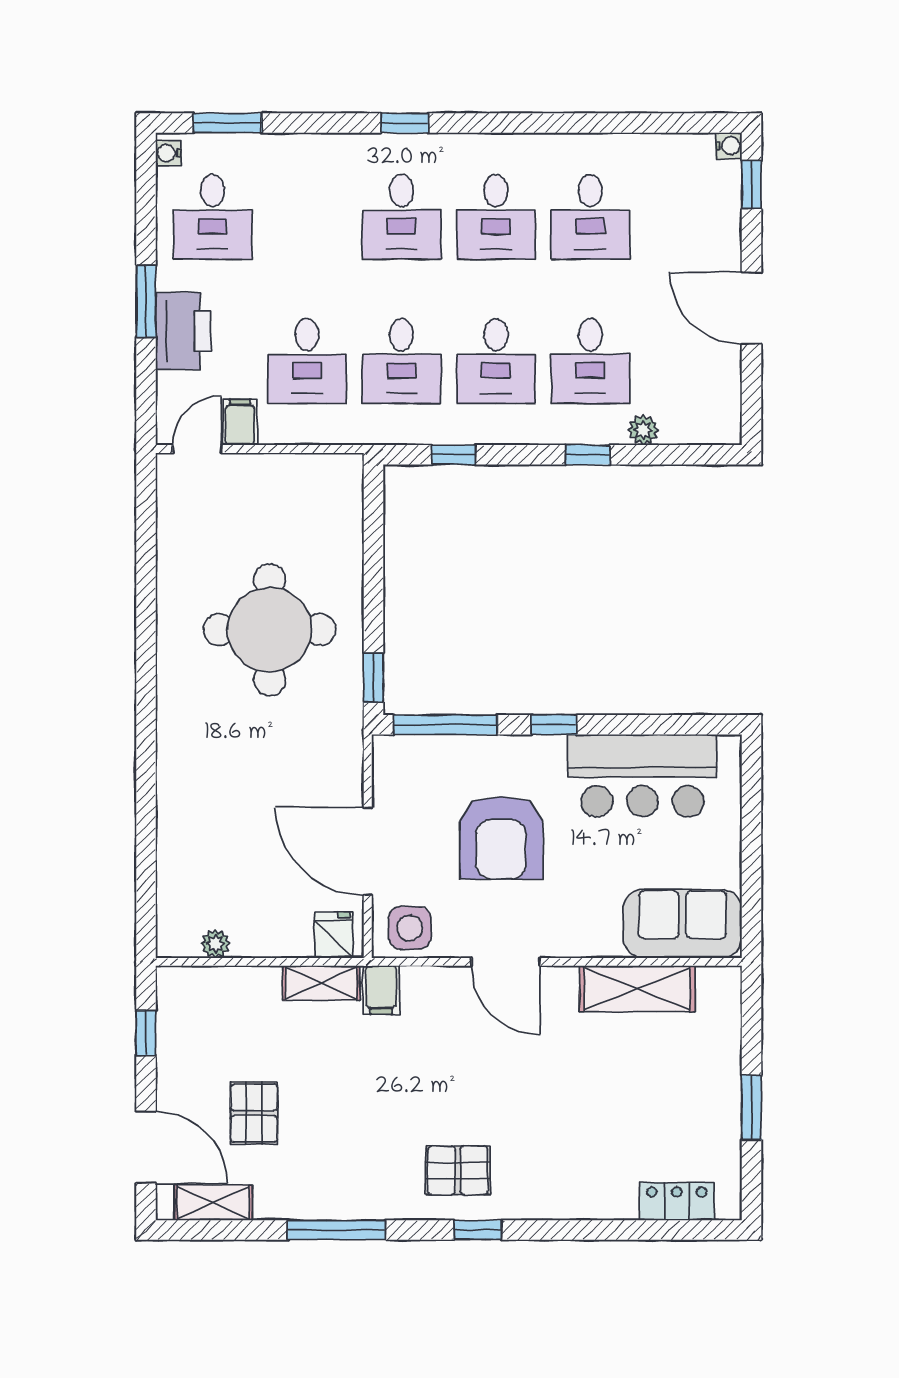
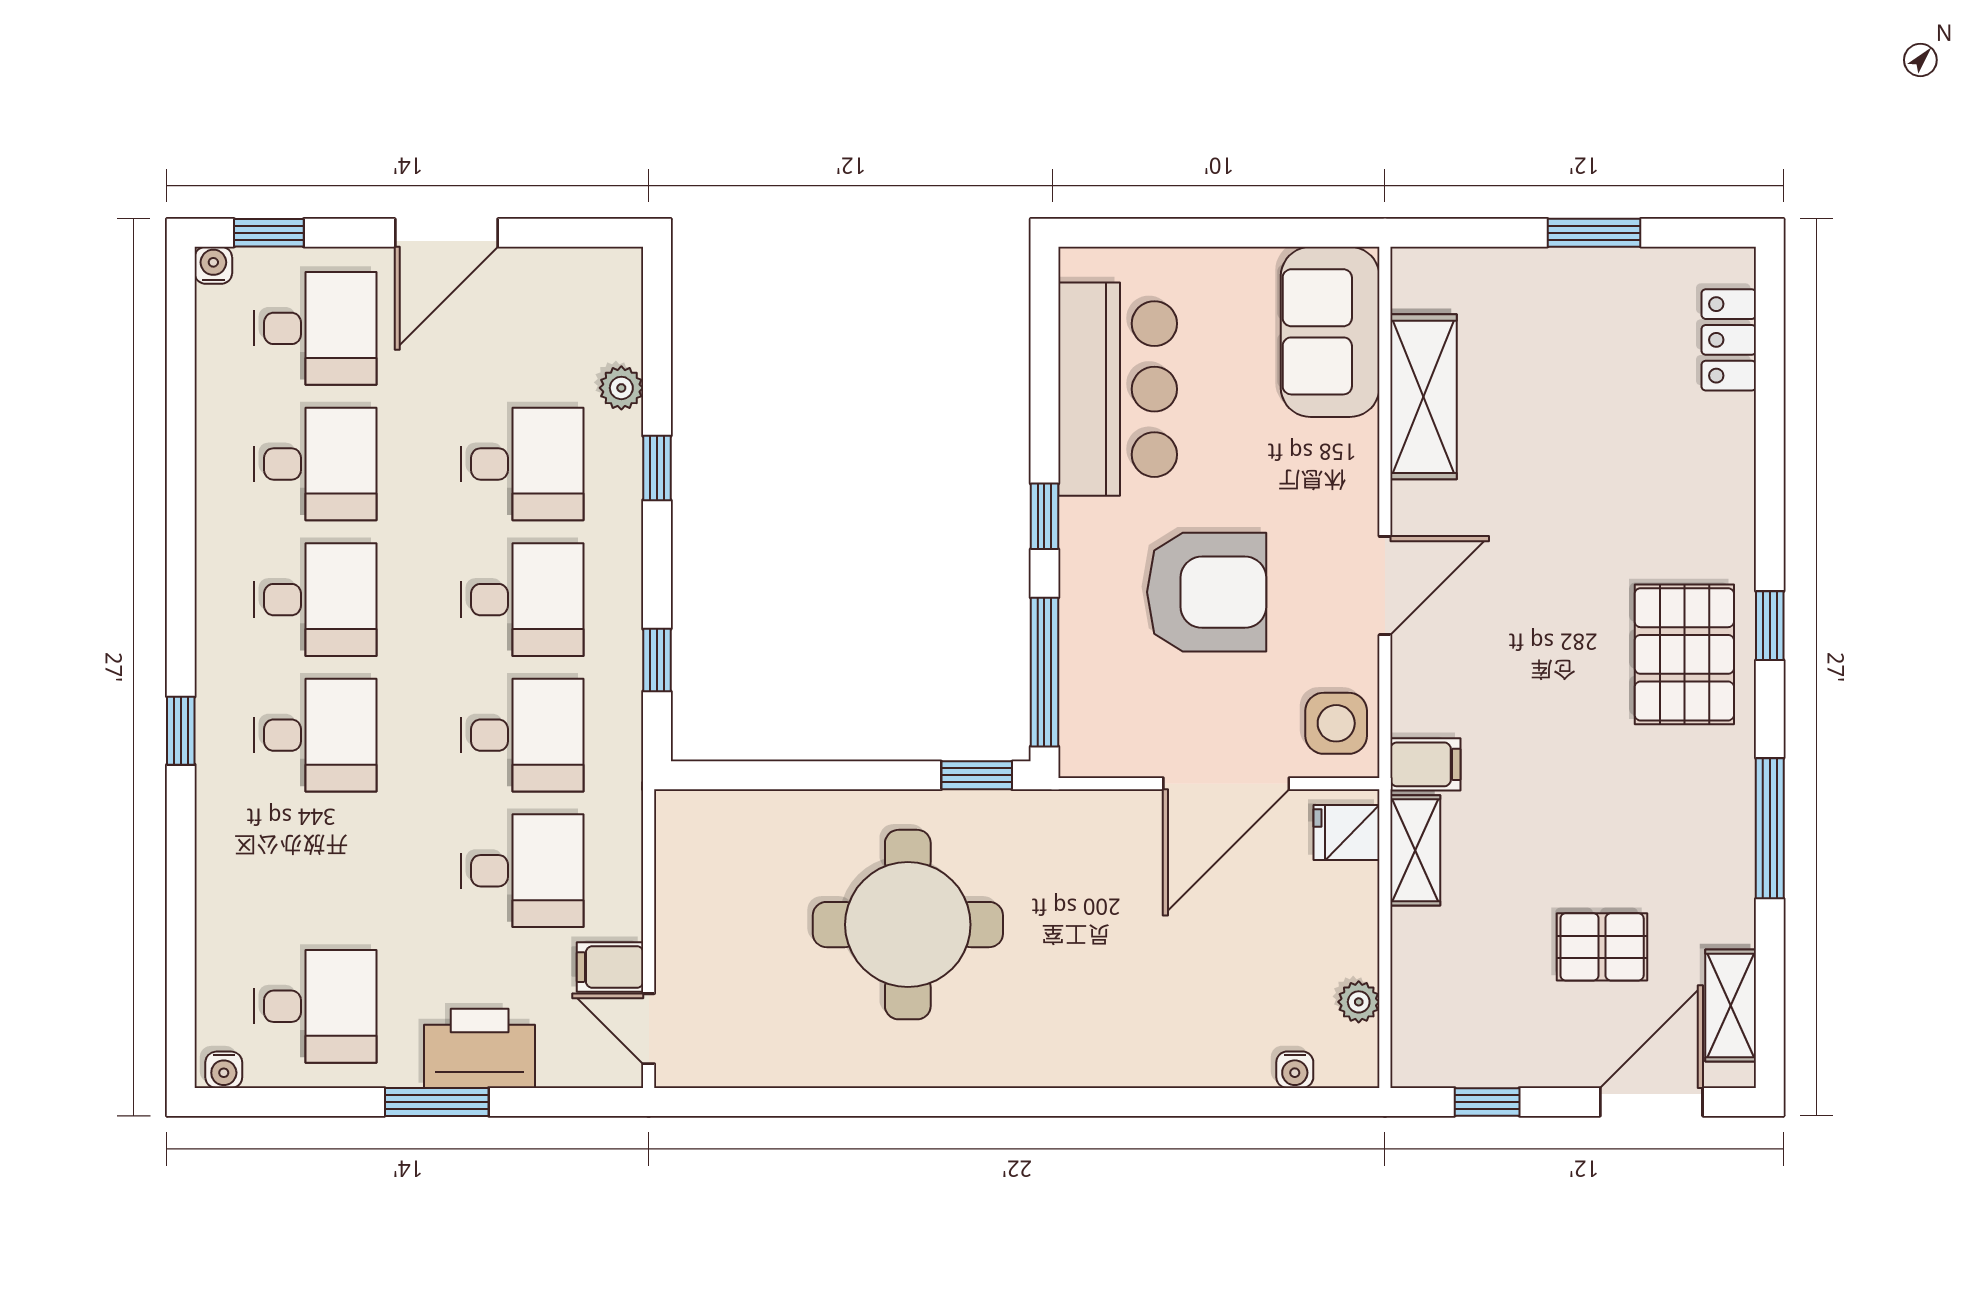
window: (228, 123) -> (181, 985), removed
desk: (685, 217) -> (315, 328), added
water cooler: (168, 899) -> (1295, 1070), added
pallet: (458, 1170) -> (1684, 654), width x1.50, depth x1.42

